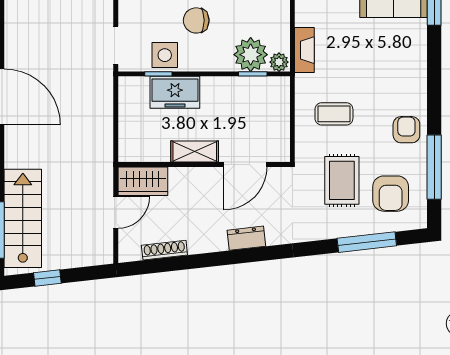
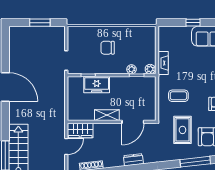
side table: (165, 55) -> (91, 66), removed
plant: (251, 55) -> (131, 69), width x0.53, depth x0.53

